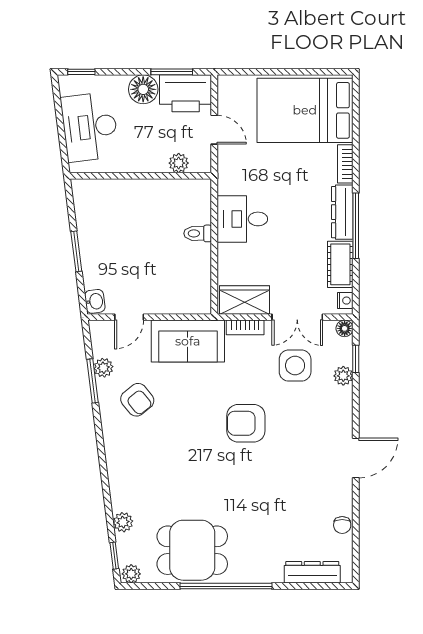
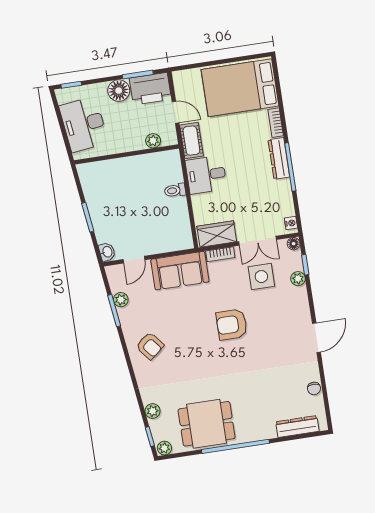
cot: (340, 264) -> (191, 141), moved
armchair: (137, 400) -> (150, 346), moved

